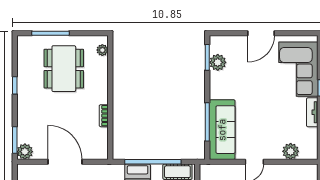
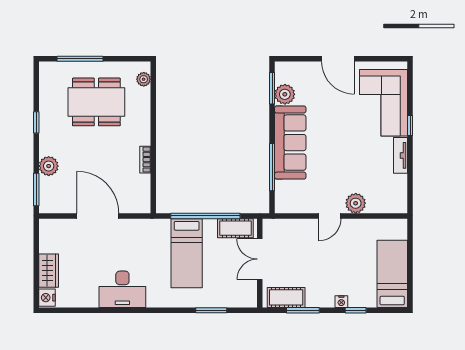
door: (261, 33) -> (338, 59), hinge flipped
dining table: (64, 69) -> (96, 102), turned 90
sofa: (222, 130) -> (290, 143), moved
plant: (291, 151) -> (356, 203), moved
plant: (25, 152) -> (49, 166), moved

